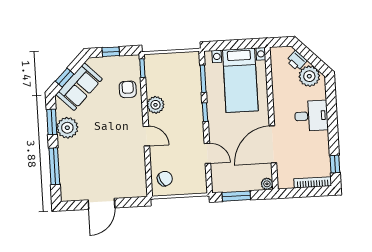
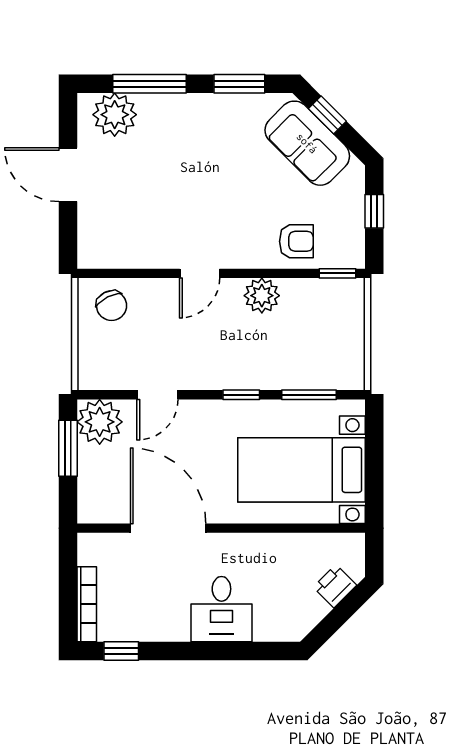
plant: (309, 76) -> (302, 610), removed
plant: (67, 128) -> (115, 115), moved
plant: (267, 184) -> (100, 422), moved, width x1.88, depth x1.88

